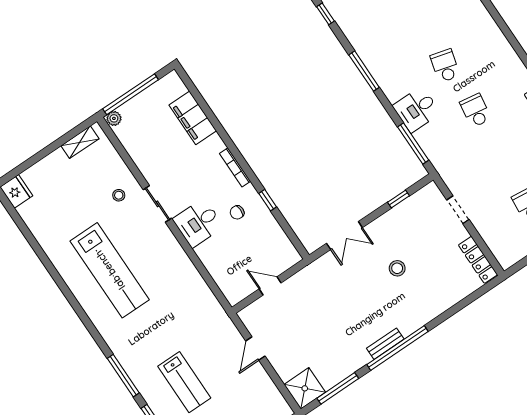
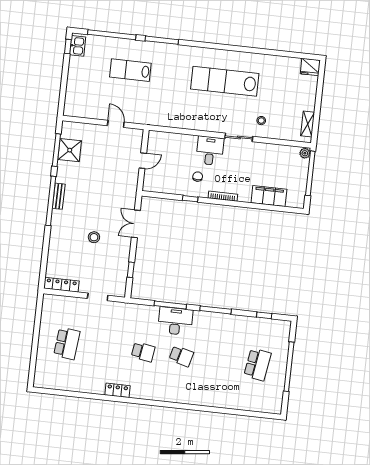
desk: (416, 109) -> (175, 321), width x1.37
window: (413, 143) -> (170, 305), moved
shower: (305, 388) -> (70, 150), moved

